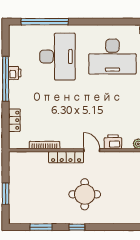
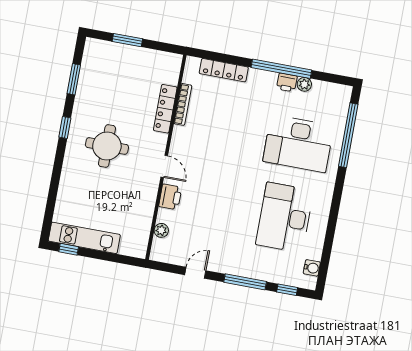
plant: (14, 60) -> (304, 84), added
locker: (14, 120) -> (224, 70), width x1.53
door: (92, 150) -> (164, 166), hinge flipped
locker: (66, 157) -> (165, 109), moved

